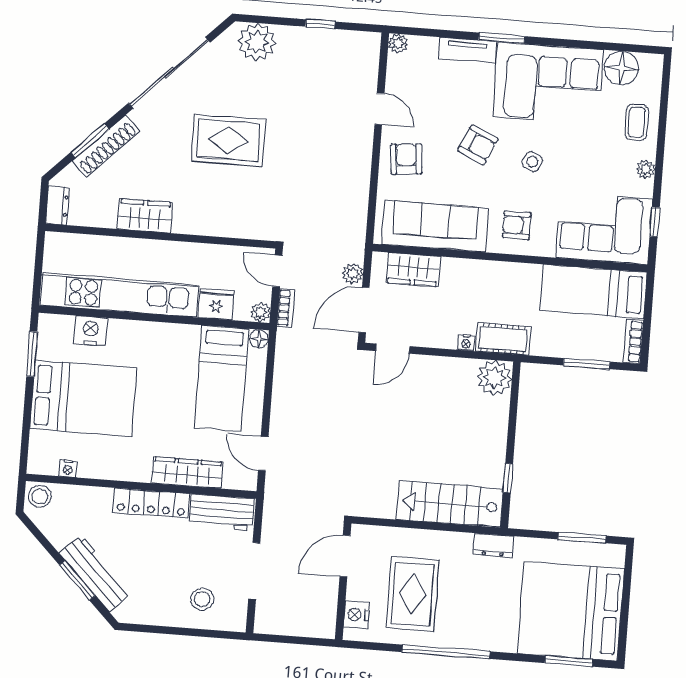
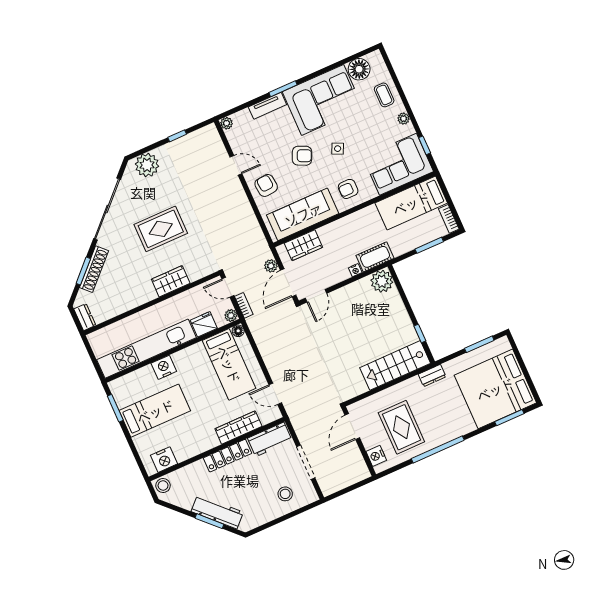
wardrobe: (145, 216) -> (171, 281), moved
nightstand: (91, 331) -> (164, 367), moved
bed: (83, 398) -> (155, 411), width x0.67
nightstand: (68, 469) -> (164, 460), width x1.89, depth x1.79

